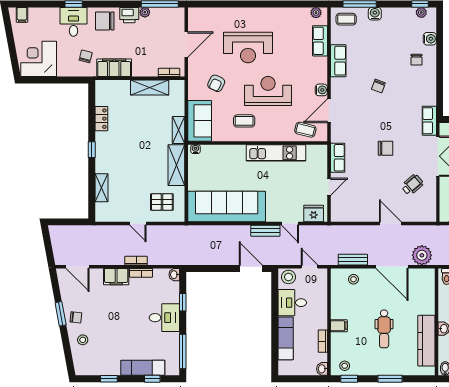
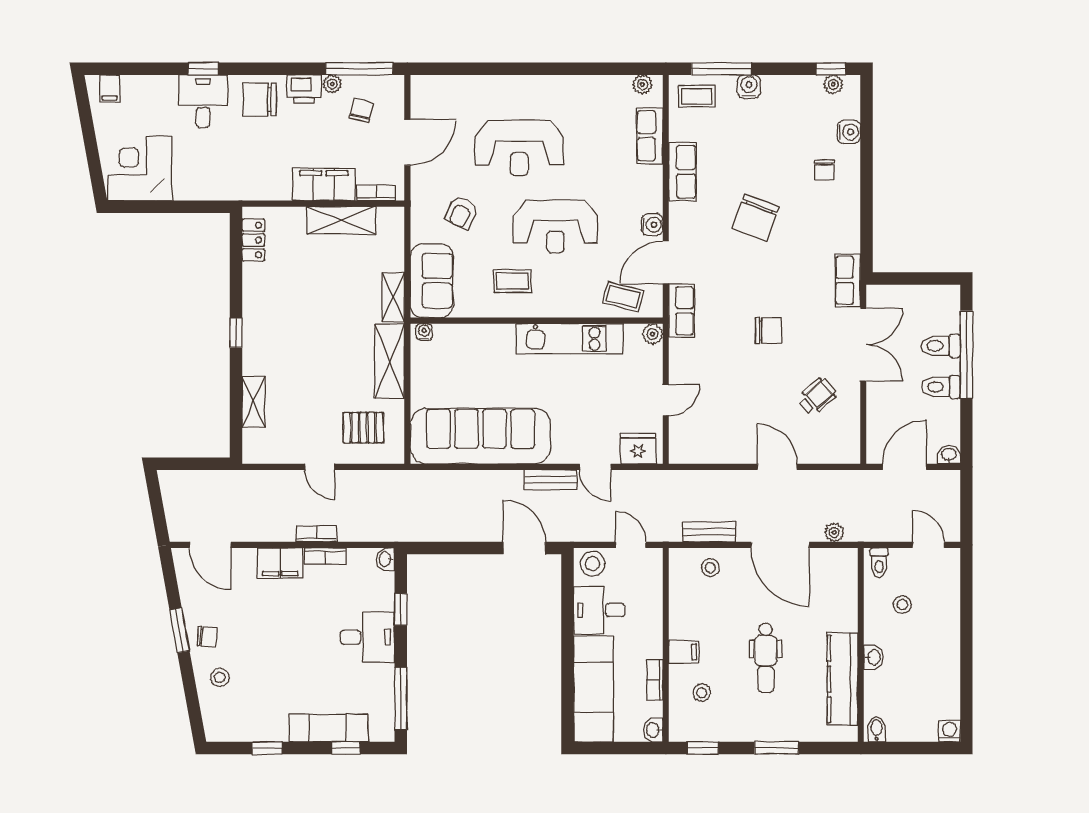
chair: (86, 56) -> (361, 111), moved
filing cabinet: (114, 68) -> (324, 184), moved
chair: (378, 86) -> (755, 218), width x1.87, depth x1.87
reception desk: (268, 91) -> (555, 227), turned 180
locker: (101, 119) -> (253, 240), moved
plant: (322, 150) -> (652, 334), added
row of seats: (338, 158) -> (681, 311), moved
plant: (422, 255) -> (834, 533), width x0.53, depth x0.53
exam couch: (286, 338) -> (593, 689), width x1.36, depth x1.45
stool: (345, 366) -> (702, 693), moved

